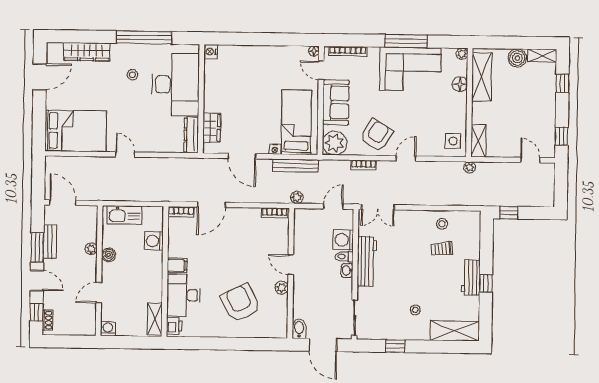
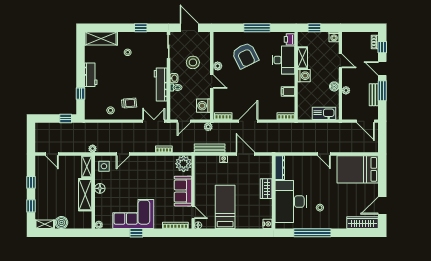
window: (406, 41) -> (136, 233), width x0.46
wardrobe: (87, 52) -> (362, 223), moved
shelving: (482, 77) -> (85, 195), moved
floor lamp: (460, 84) -> (100, 188), moved
bed: (296, 122) -> (225, 207), moved, turned 180
wardrobe: (212, 128) -> (266, 189), moved
armchair: (376, 135) -> (155, 169), removed
window: (562, 136) -> (31, 182), moved
door: (406, 158) -> (123, 154), moved
door: (211, 205) -> (248, 121), moved
washing machine: (343, 240) -> (203, 106), moved, turned 180
washing machine: (154, 241) -> (304, 76), moved
trolley: (442, 249) -> (129, 103), moved
filing cabinet: (177, 266) -> (288, 91), moved
window: (486, 283) -> (80, 94), moved
door: (99, 293) -> (340, 61), hinge flipped
stool: (318, 294) -> (193, 62), added
shelving: (155, 319) -> (303, 58), moved
bidet: (299, 329) -> (206, 39), removed
window: (137, 342) -> (314, 28), added
window: (222, 344) -> (257, 28), added

